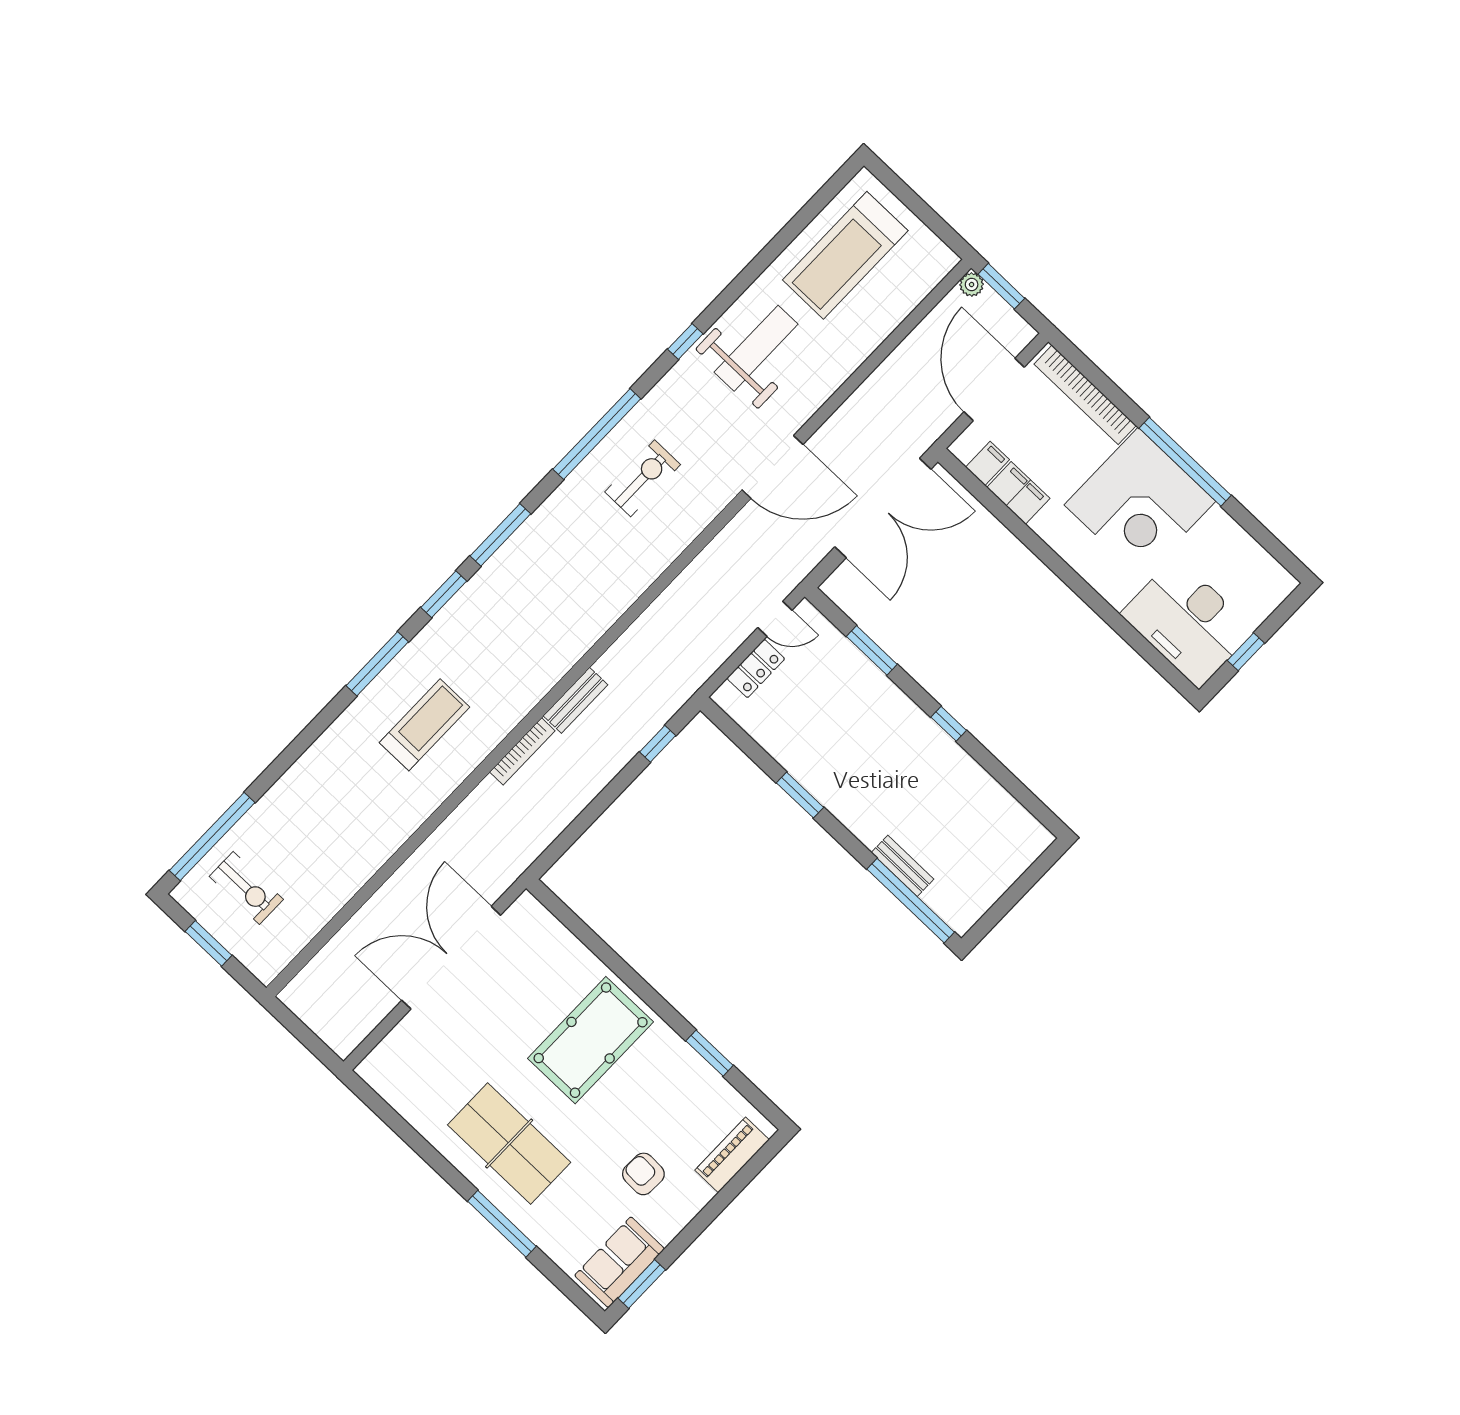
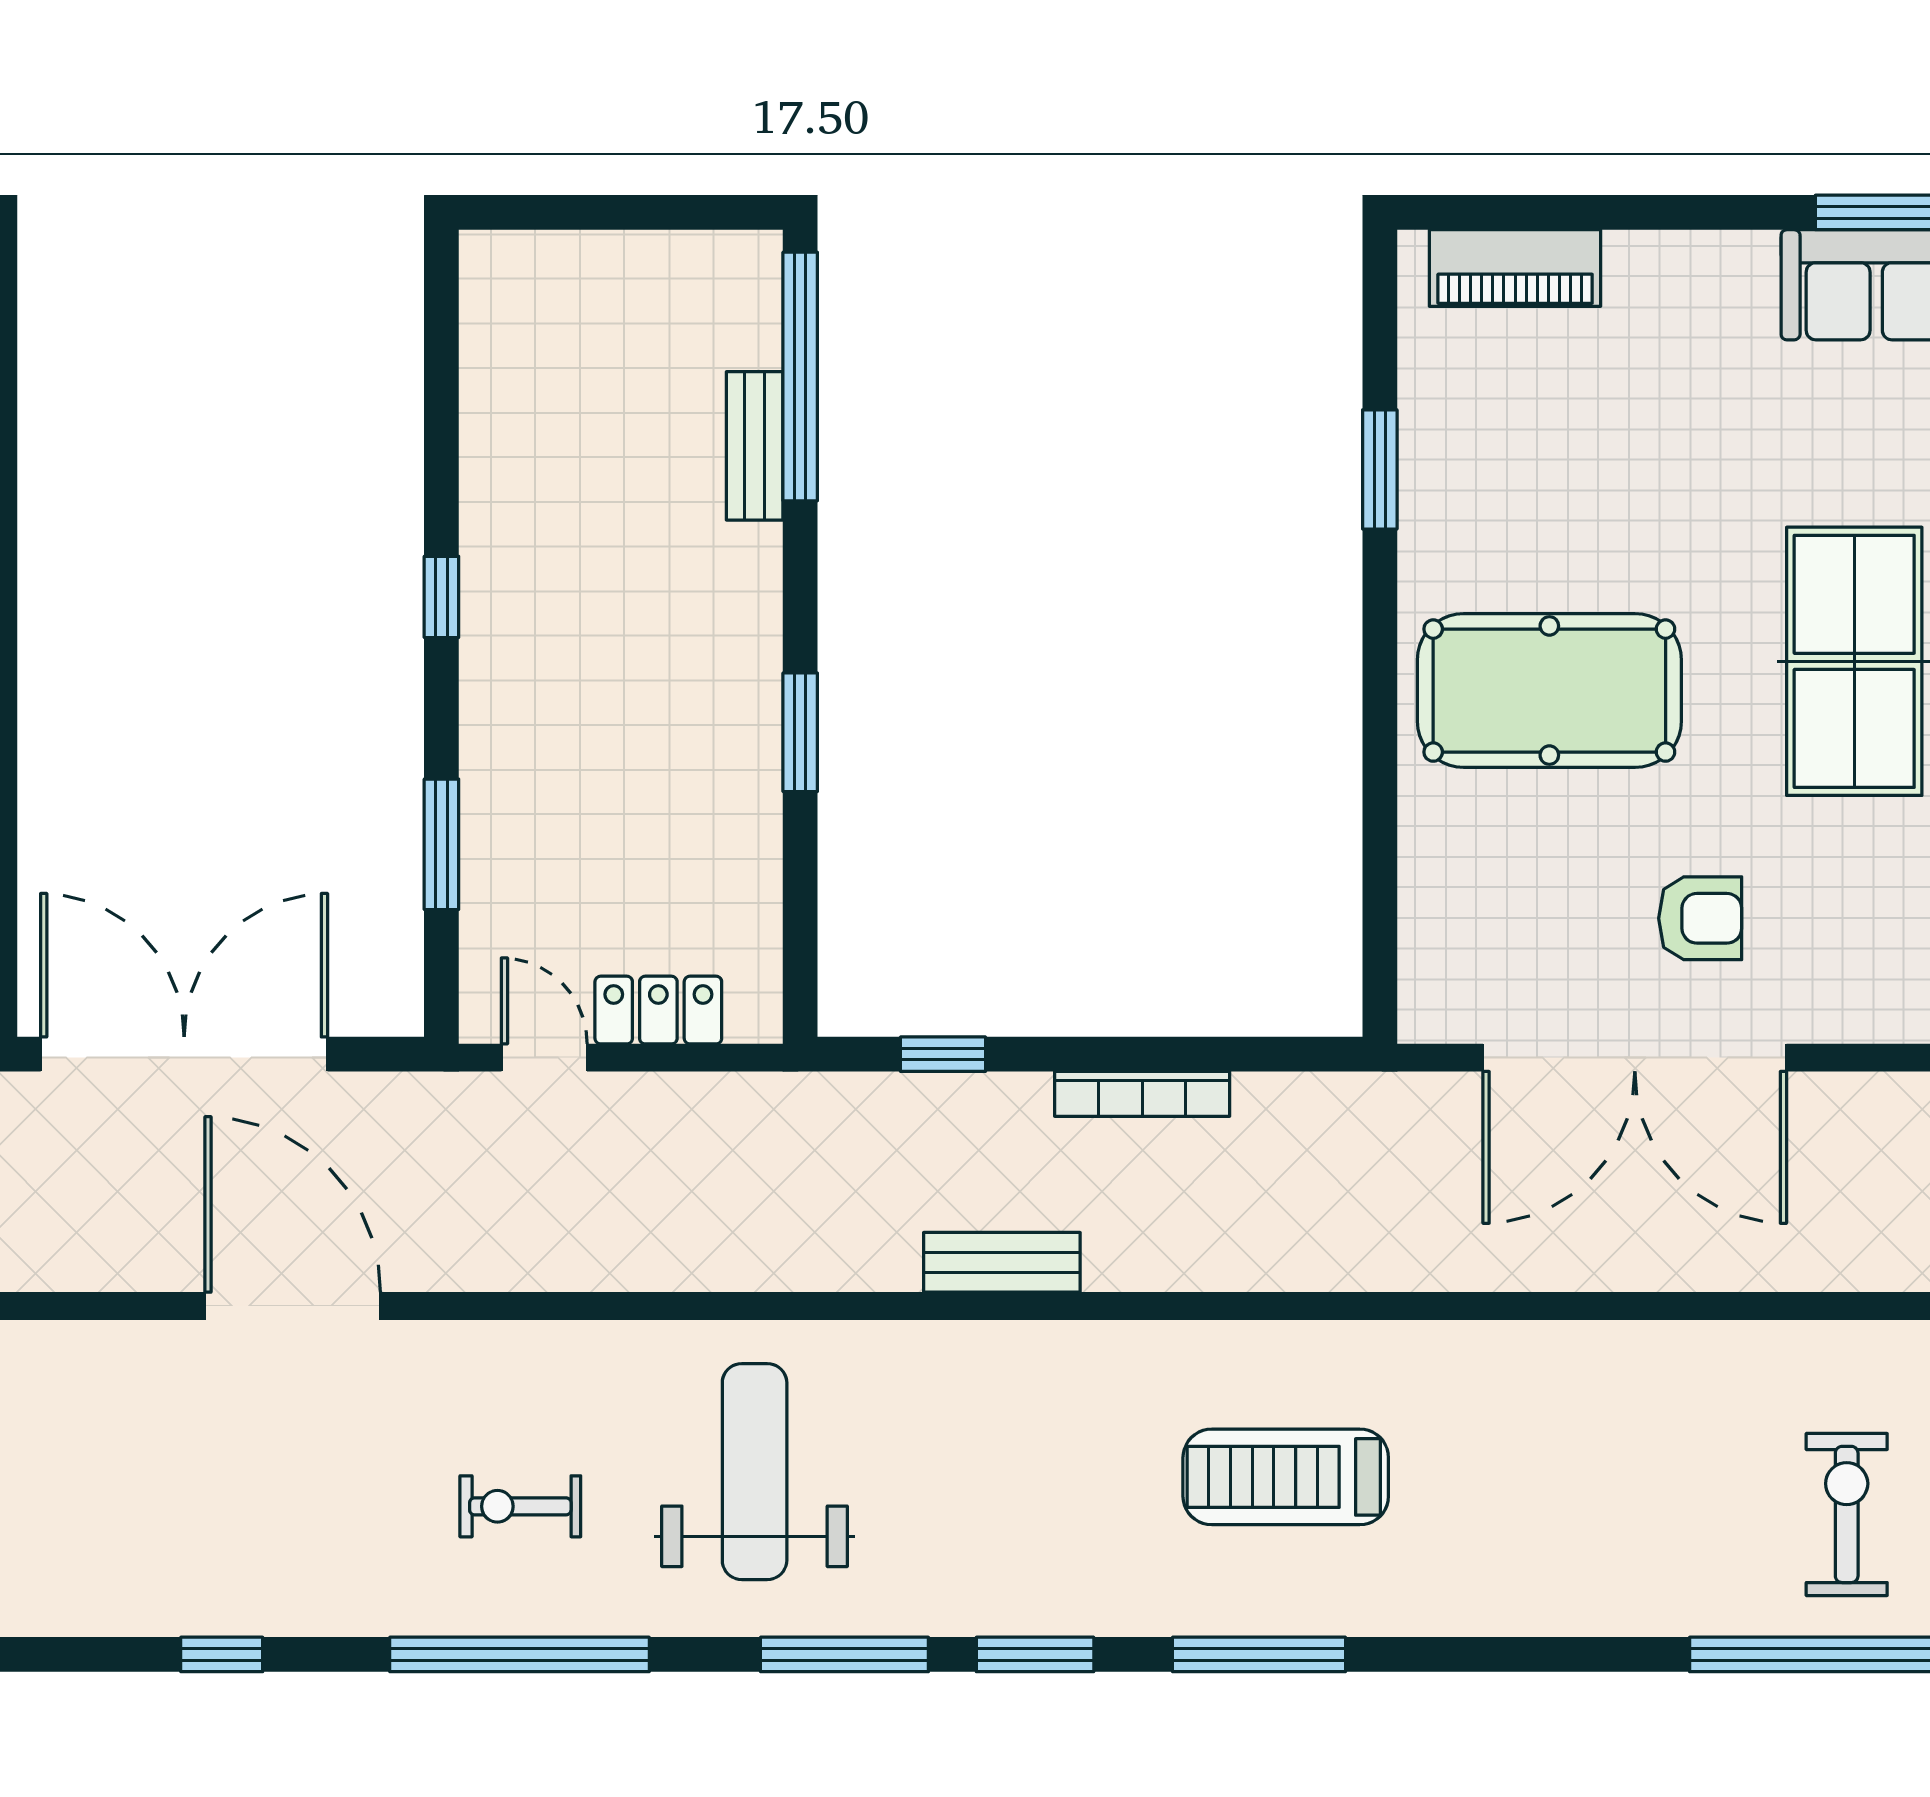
weight bench: (756, 348) -> (755, 1472), moved, turned 90
exercise bike: (643, 478) -> (520, 1506), width x0.73, depth x0.72
bookcase: (522, 751) -> (1142, 1094), moved, turned 180
armchair: (643, 1174) -> (1700, 918), moved, turned -92

